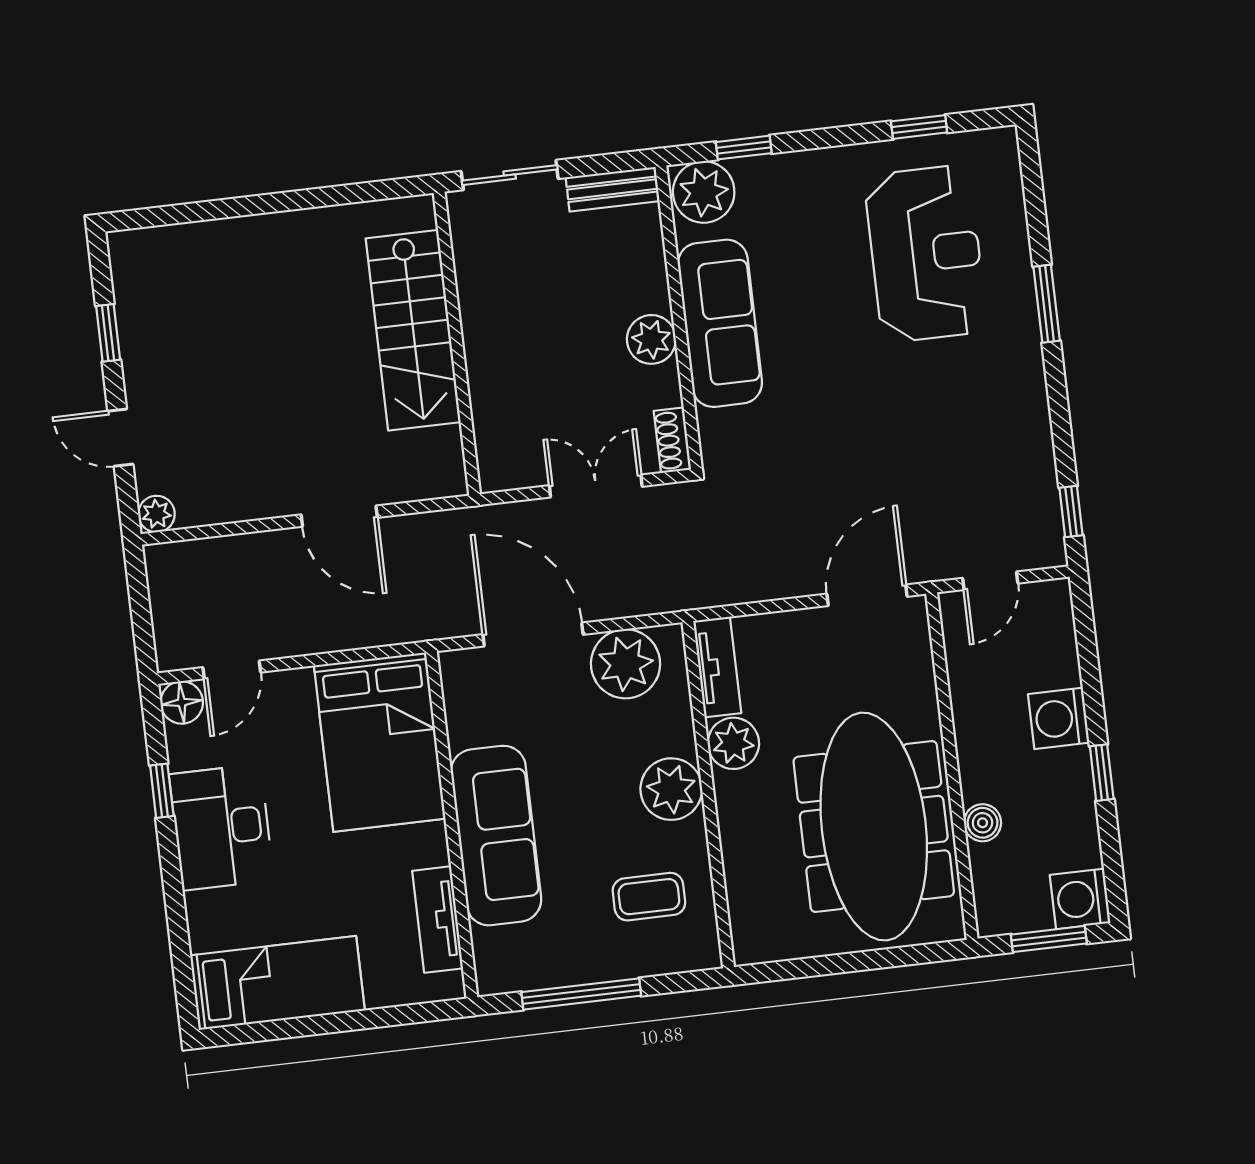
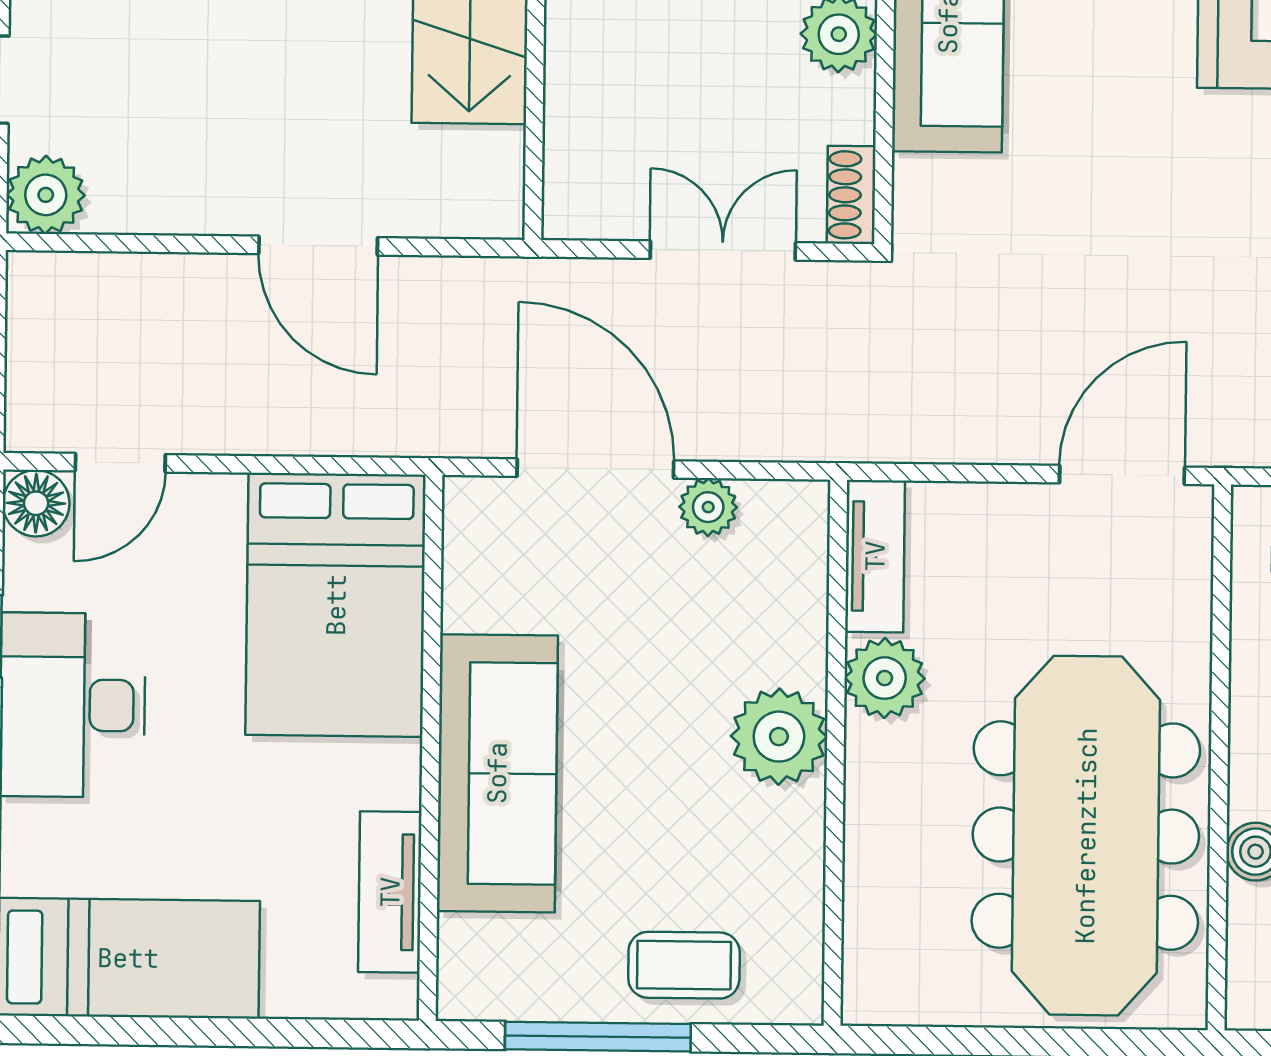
plant: (156, 514) -> (46, 195), width x1.38, depth x1.38
plant: (626, 664) -> (708, 507), width x0.53, depth x0.53
coffee table: (649, 897) -> (684, 965), moved

